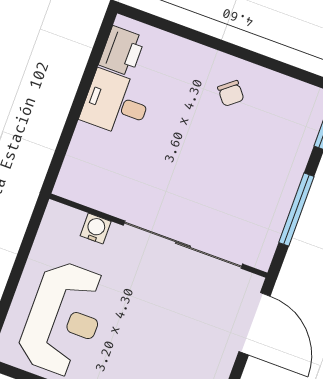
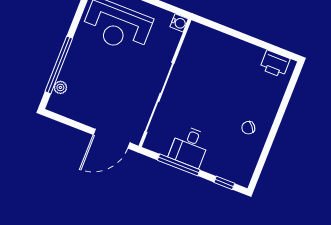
desk: (116, 104) -> (190, 147), moved, turned 180
water cooler: (96, 229) -> (179, 23), moved

